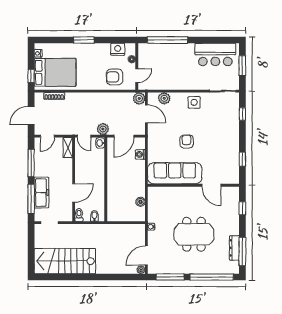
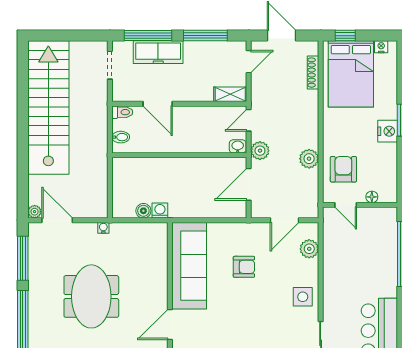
nightstand: (118, 49) -> (388, 131), moved
plant: (139, 98) -> (309, 159), moved
door: (47, 136) -> (249, 62), swing flipped
door: (124, 136) -> (249, 184), hinge flipped
armchair: (187, 142) -> (244, 267), moved
washing machine: (140, 154) -> (160, 210), moved
stairs: (65, 261) -> (48, 107), width x1.36

